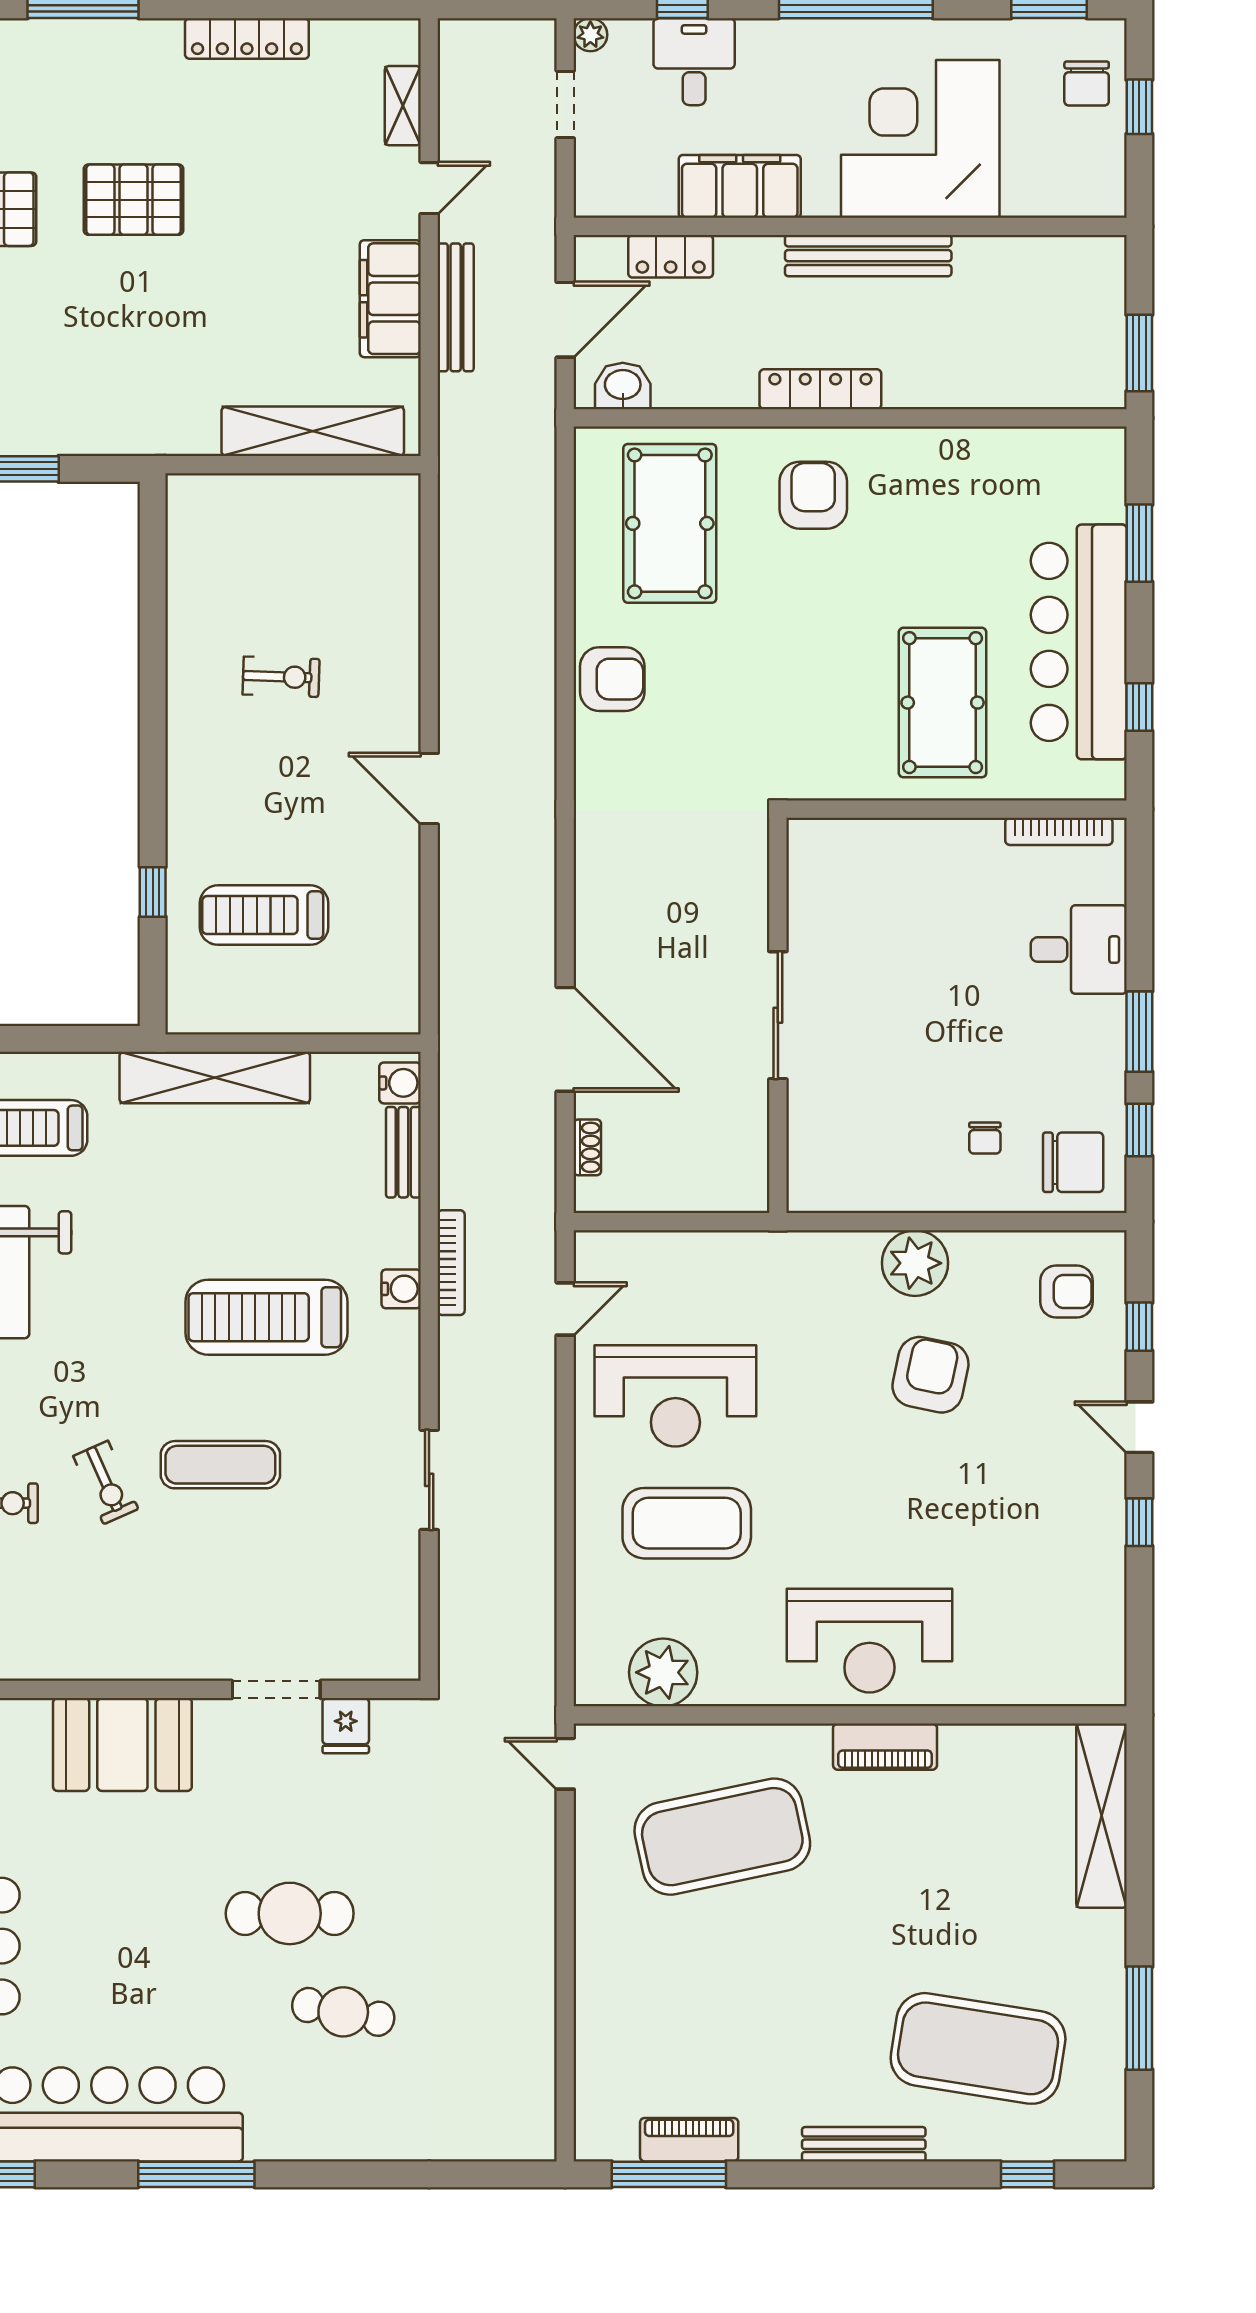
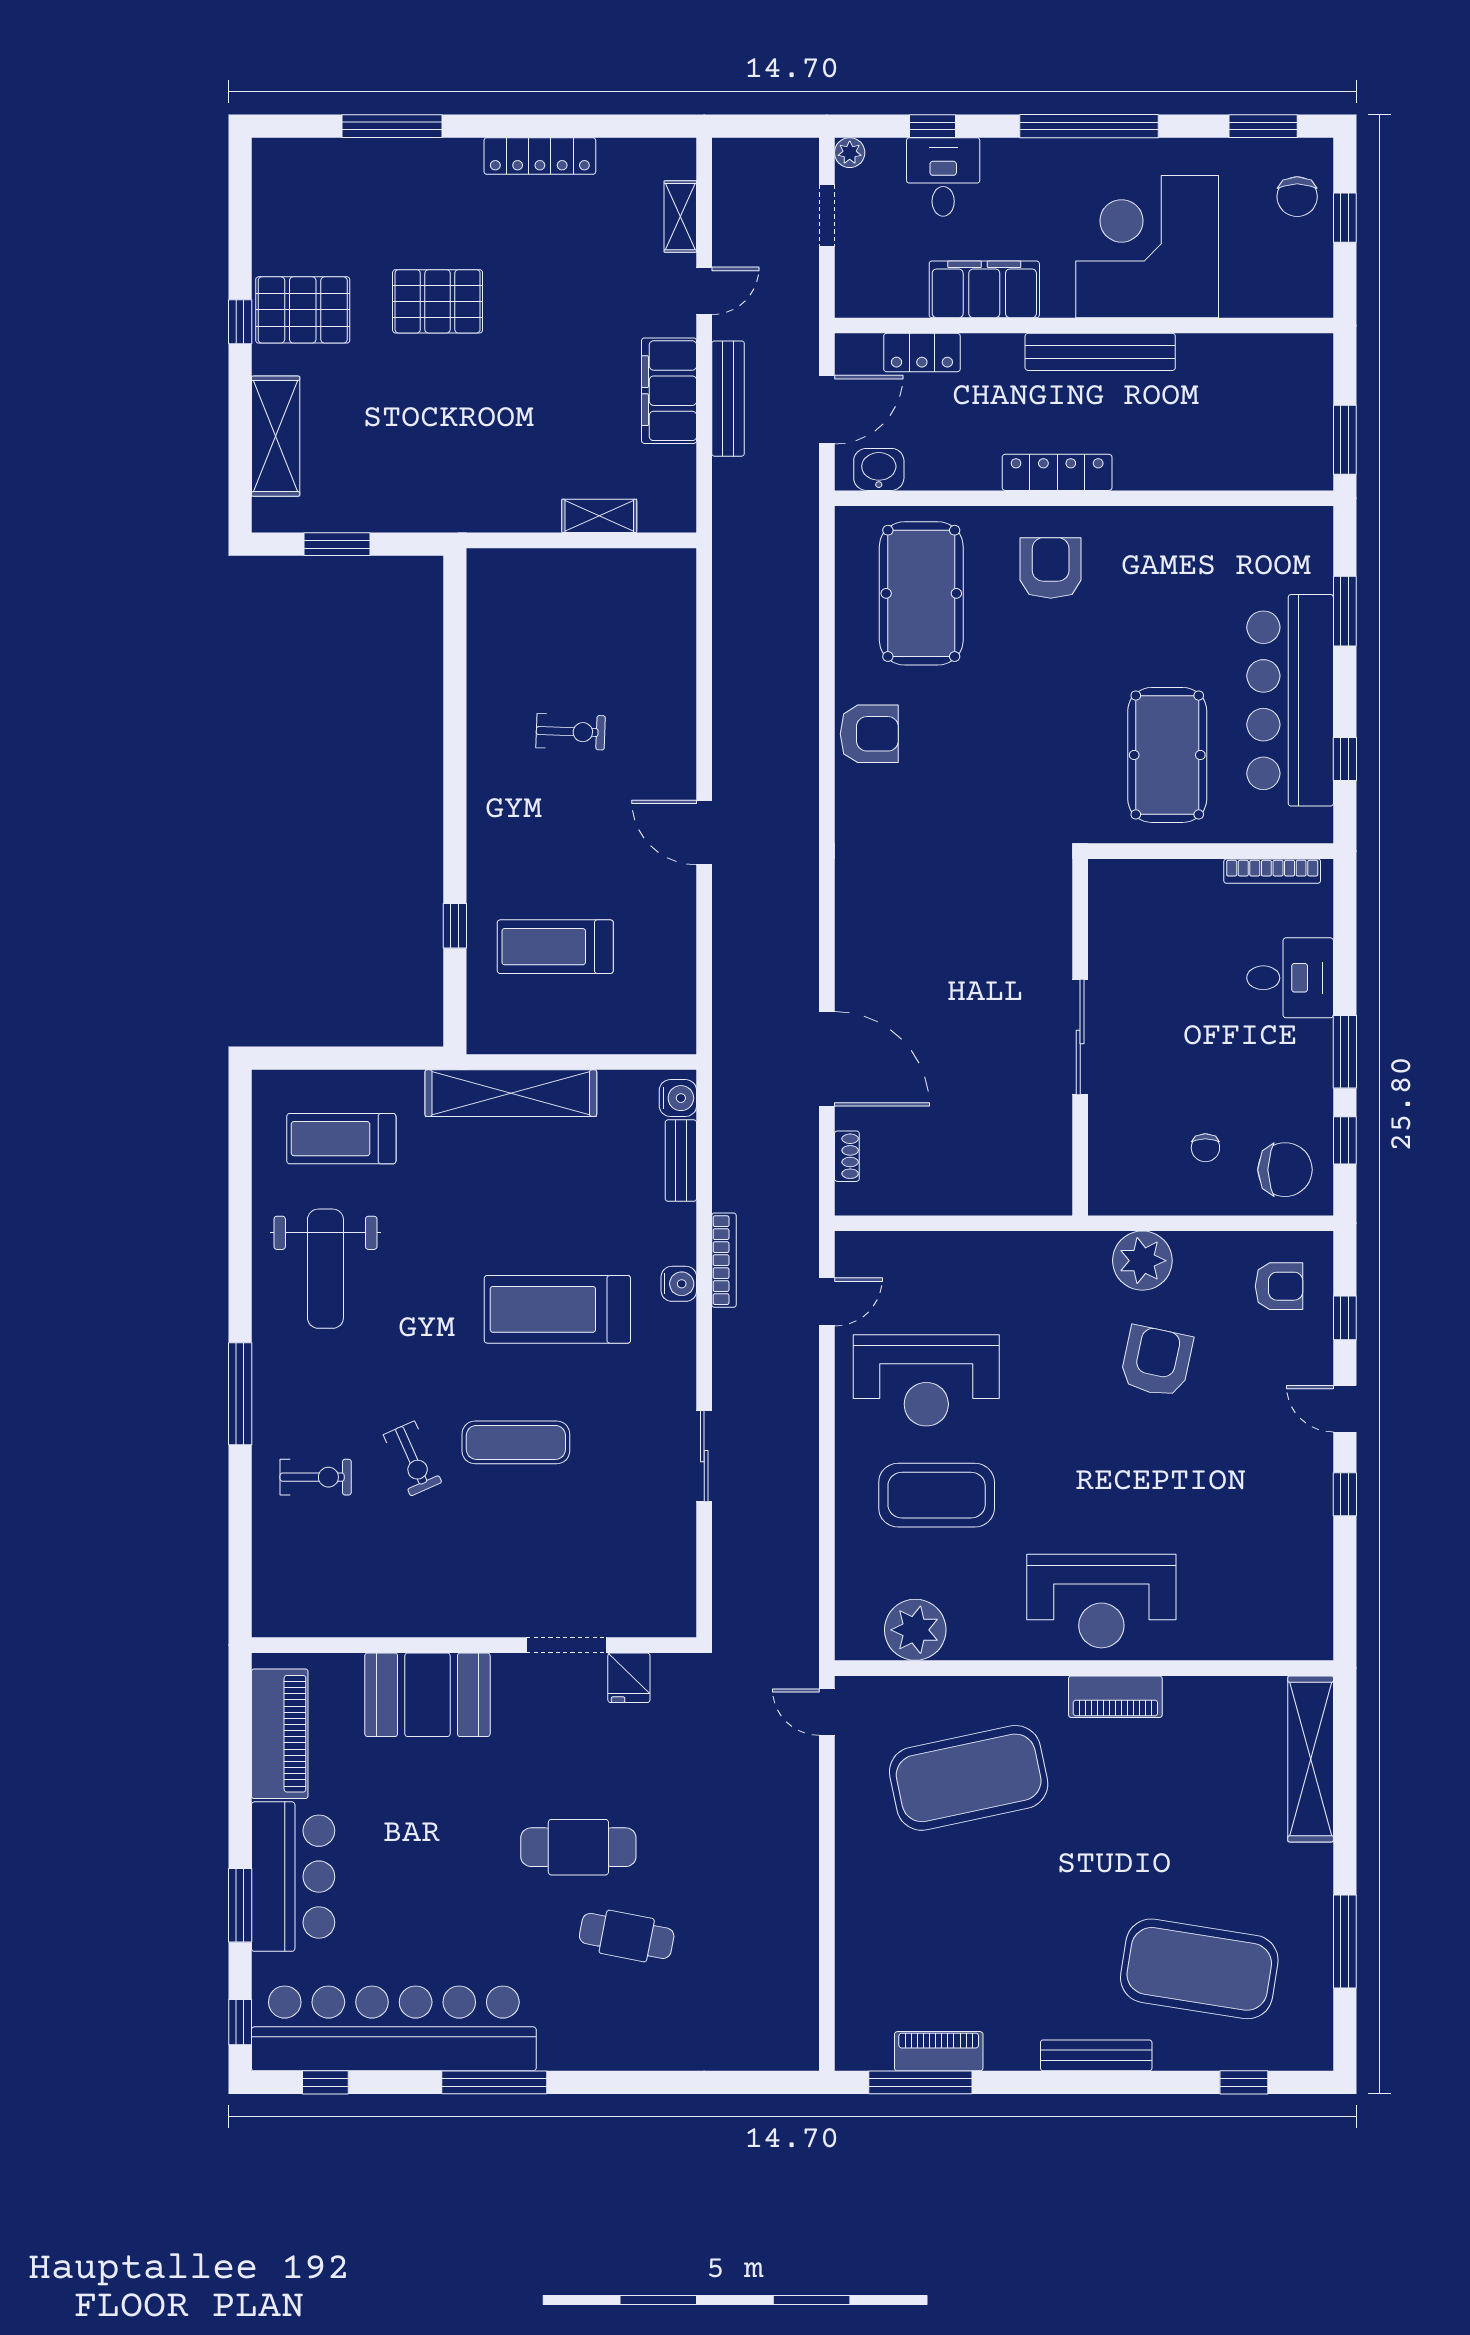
shelving: (313, 431) -> (599, 516), width x0.45, depth x0.75
sliding door: (778, 1015) -> (1080, 1037), moved
wall: (778, 1015) -> (1080, 1037), moved

